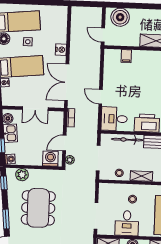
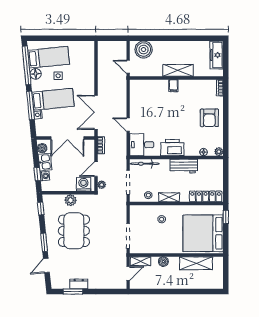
nightstand: (61, 50) -> (89, 82), removed
filing cabinet: (126, 56) -> (173, 86), moved
double door: (35, 109) -> (67, 138), width x1.37
bicycle: (127, 140) -> (145, 164), moved
washing machine: (10, 159) -> (45, 176), moved
plant: (22, 175) -> (71, 200), moved
desk: (127, 223) -> (157, 242), removed

